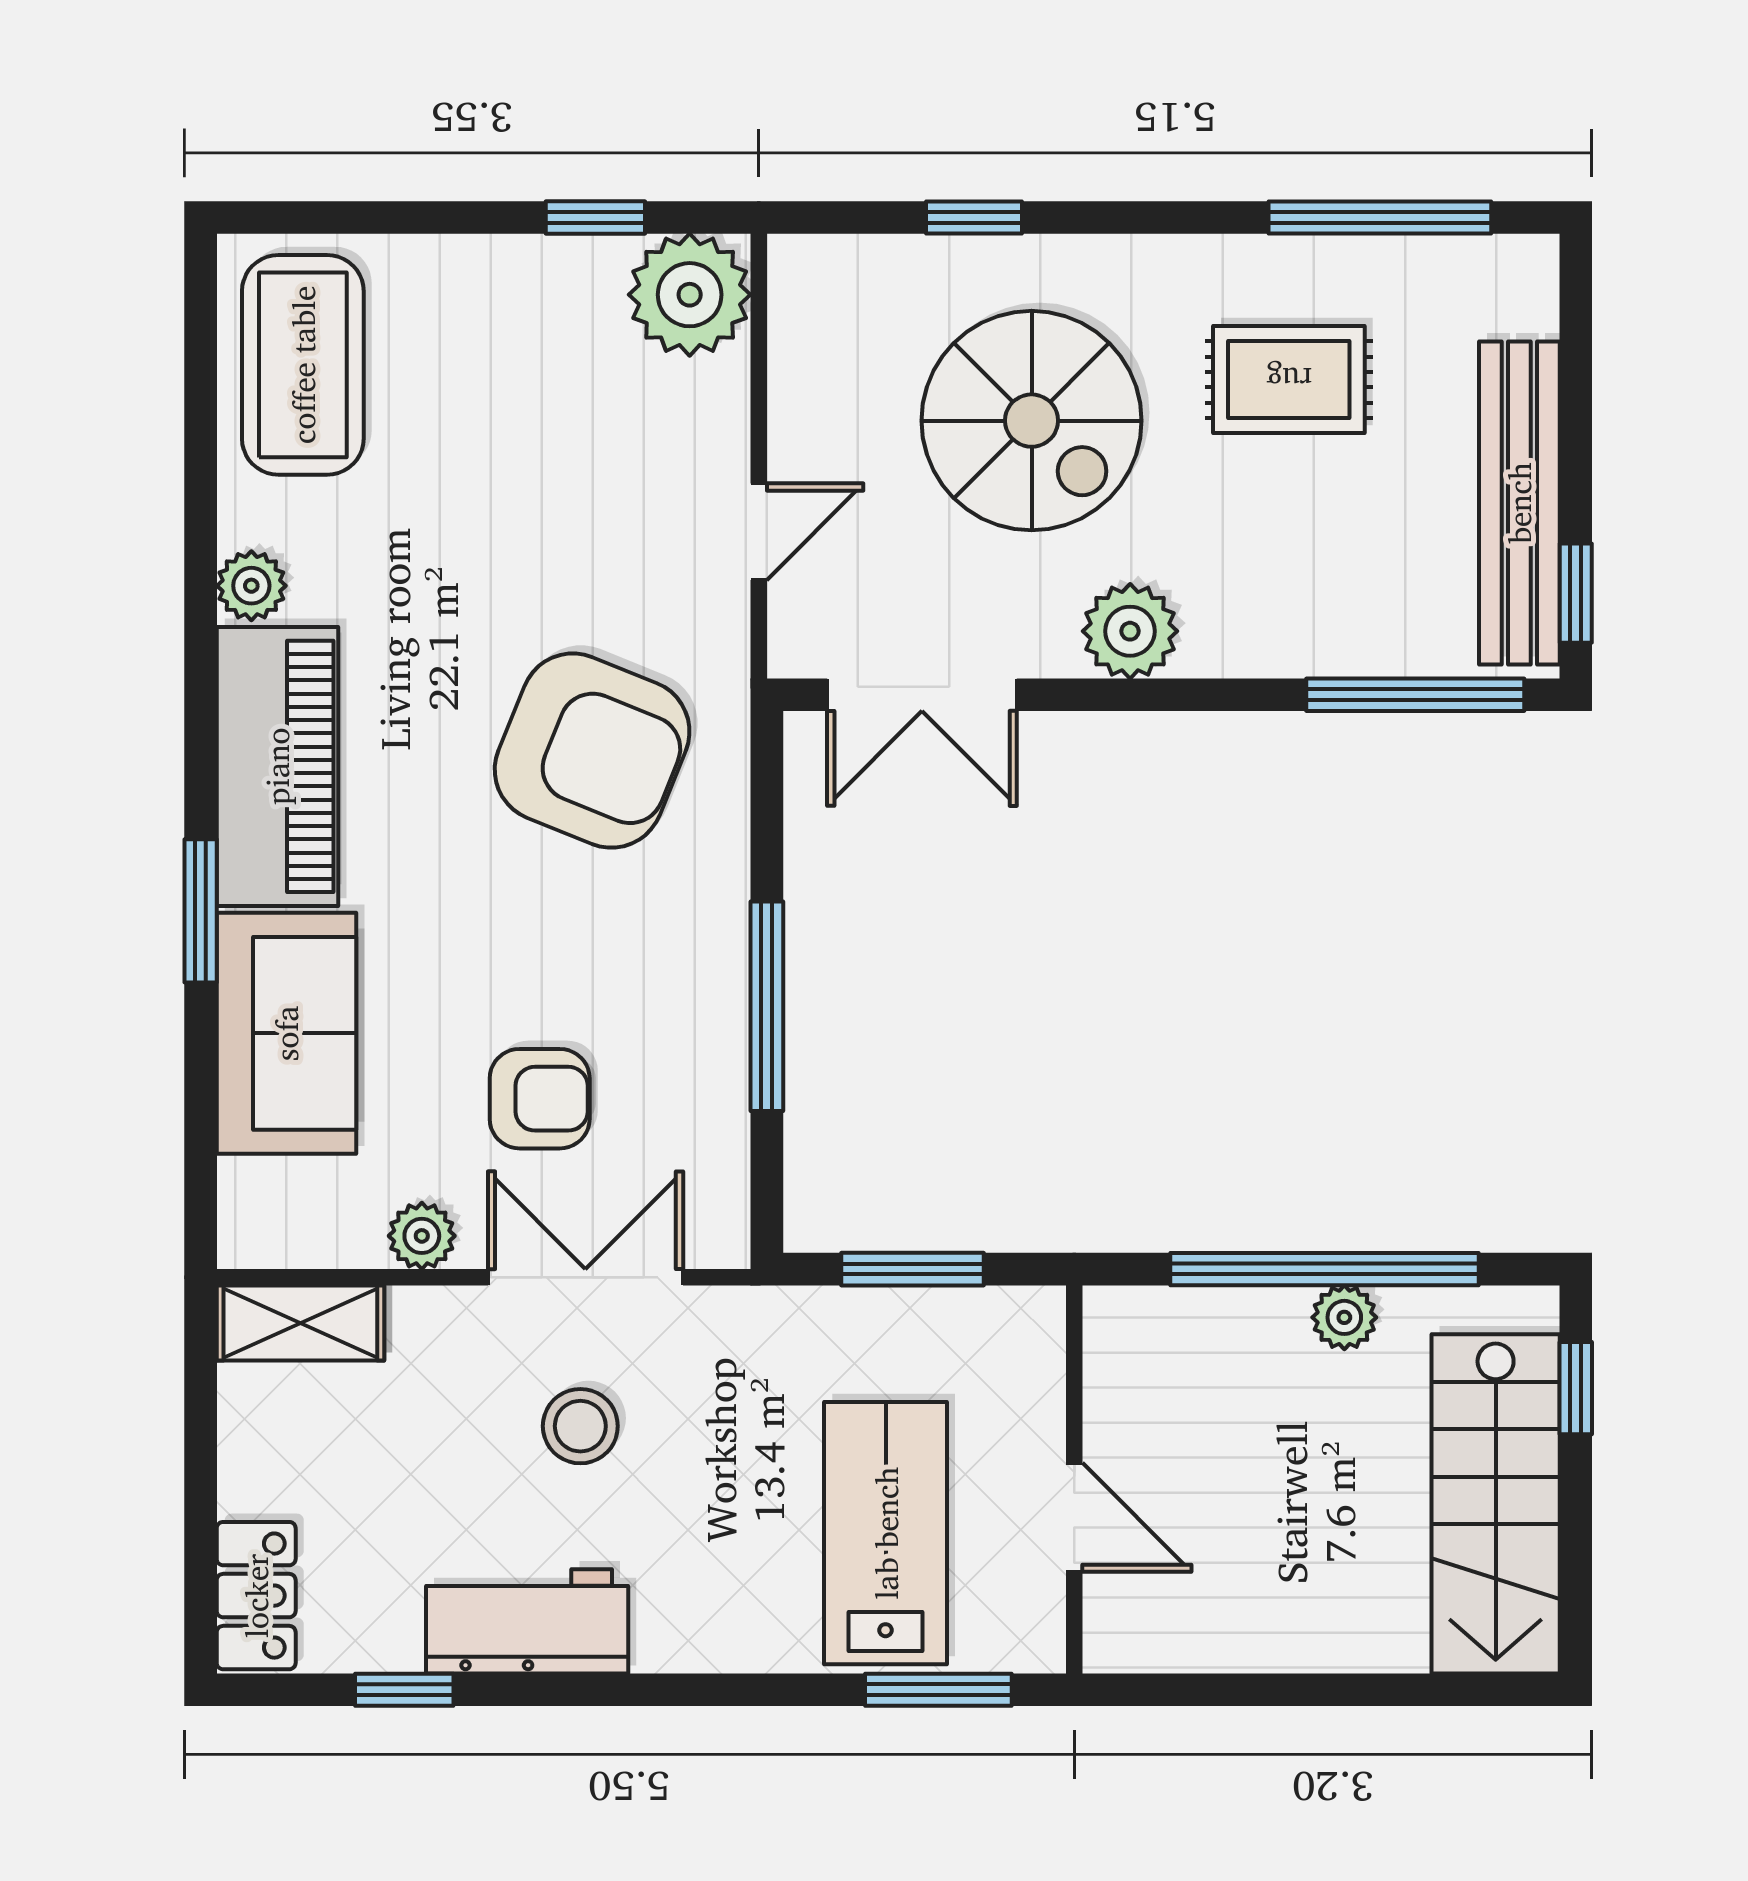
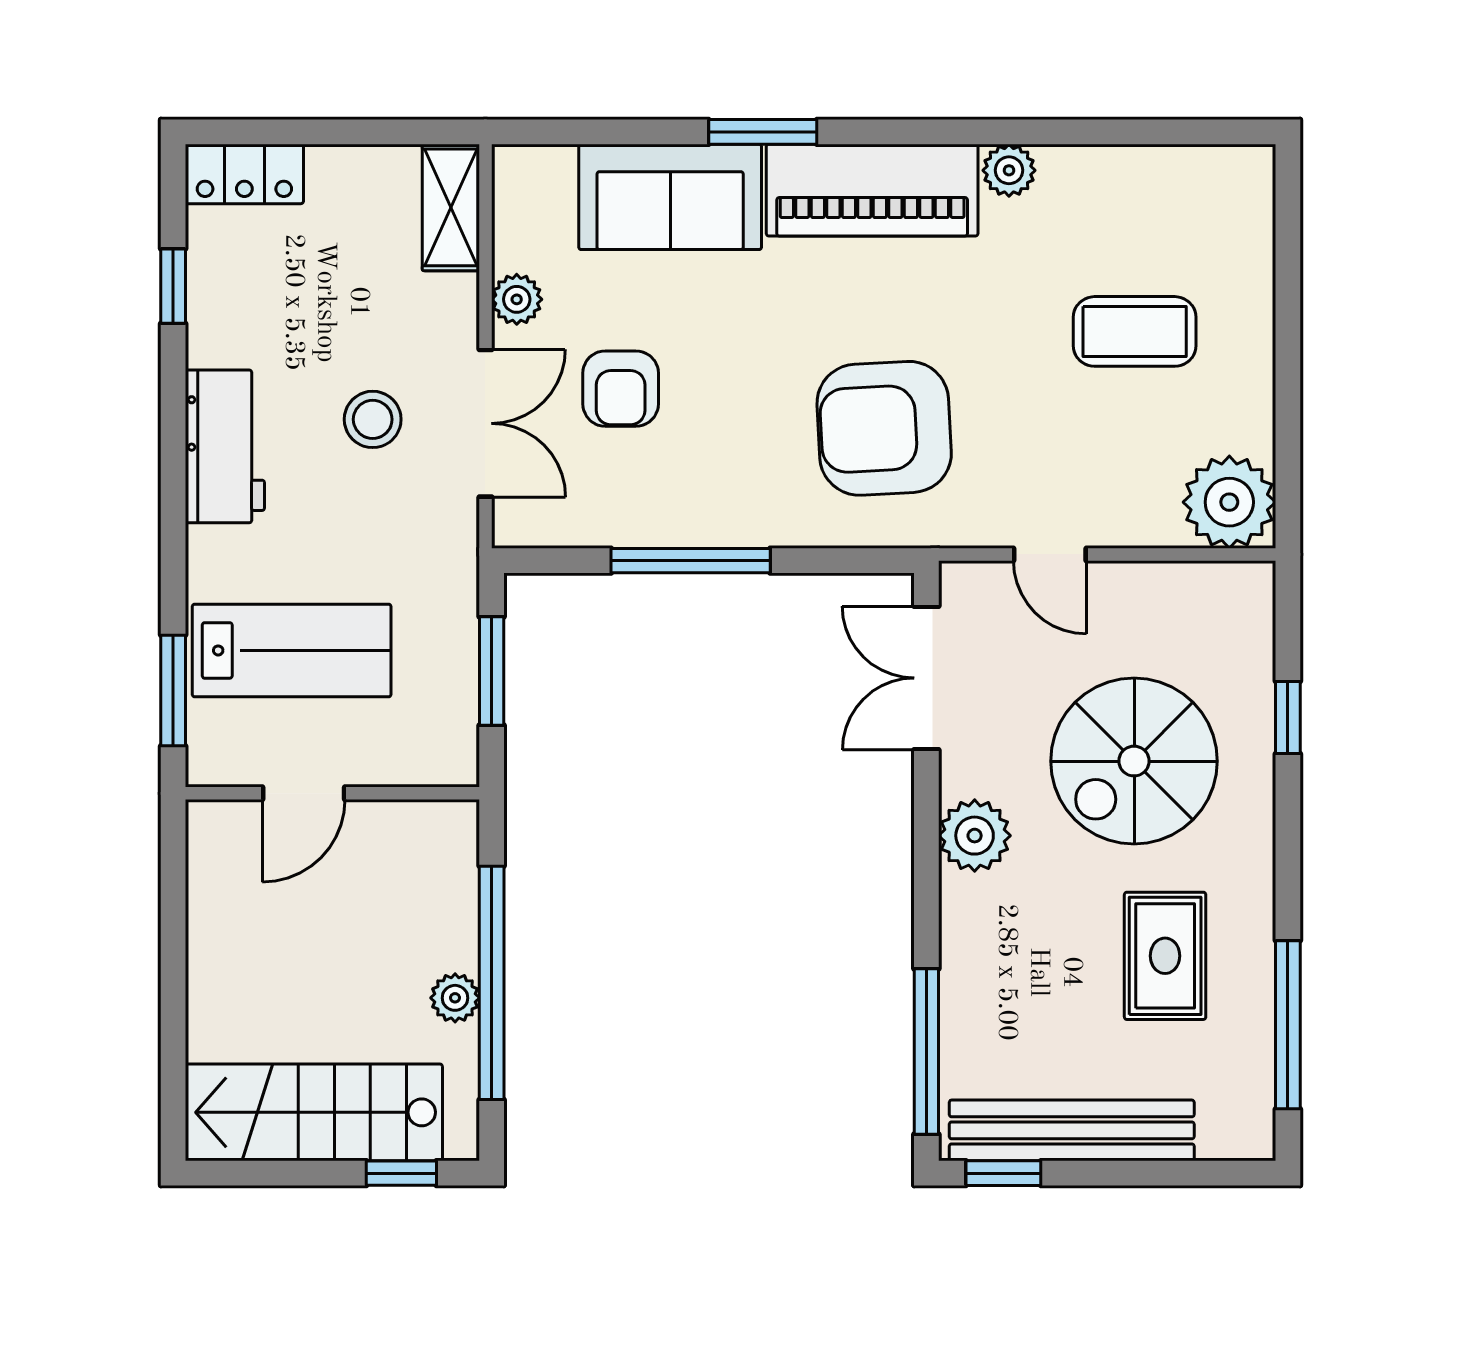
window: (595, 217) -> (1288, 431), removed
coffee table: (303, 365) -> (1135, 331), moved, width x0.73, depth x0.76
armchair: (592, 751) -> (884, 428), turned 65
workbench: (527, 1621) -> (225, 446), moved

